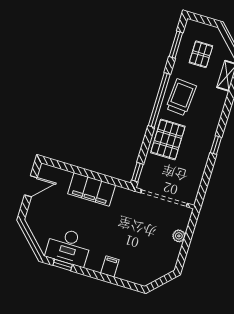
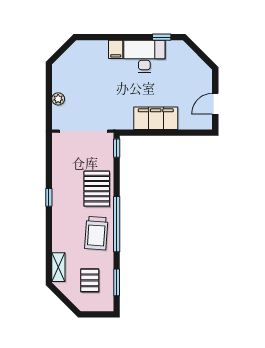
desk: (69, 247) -> (144, 56), moved

